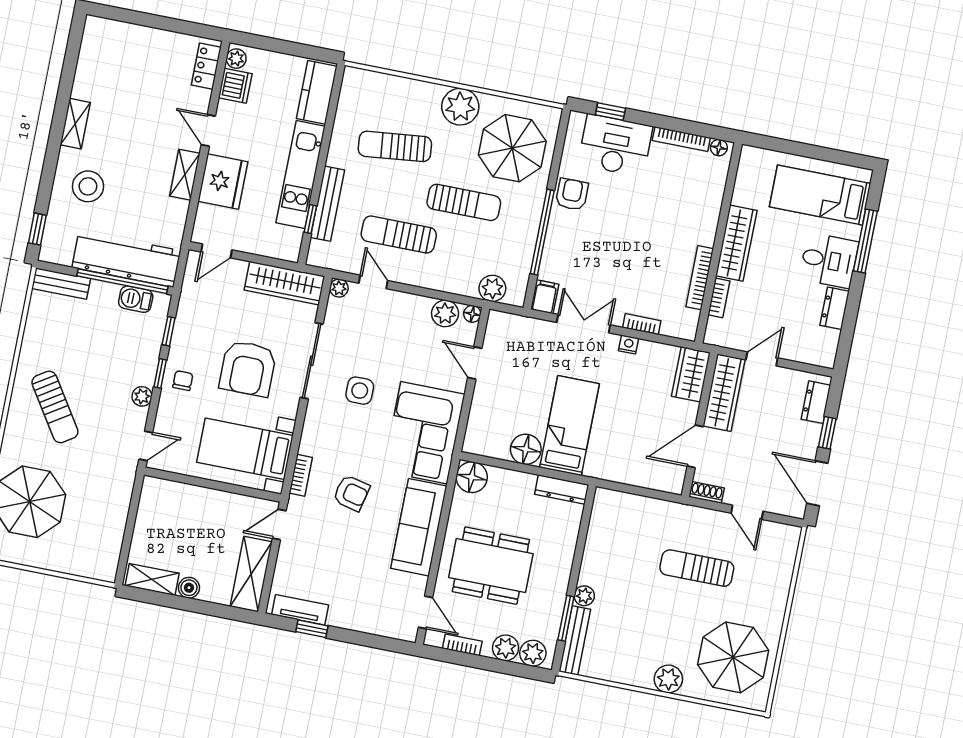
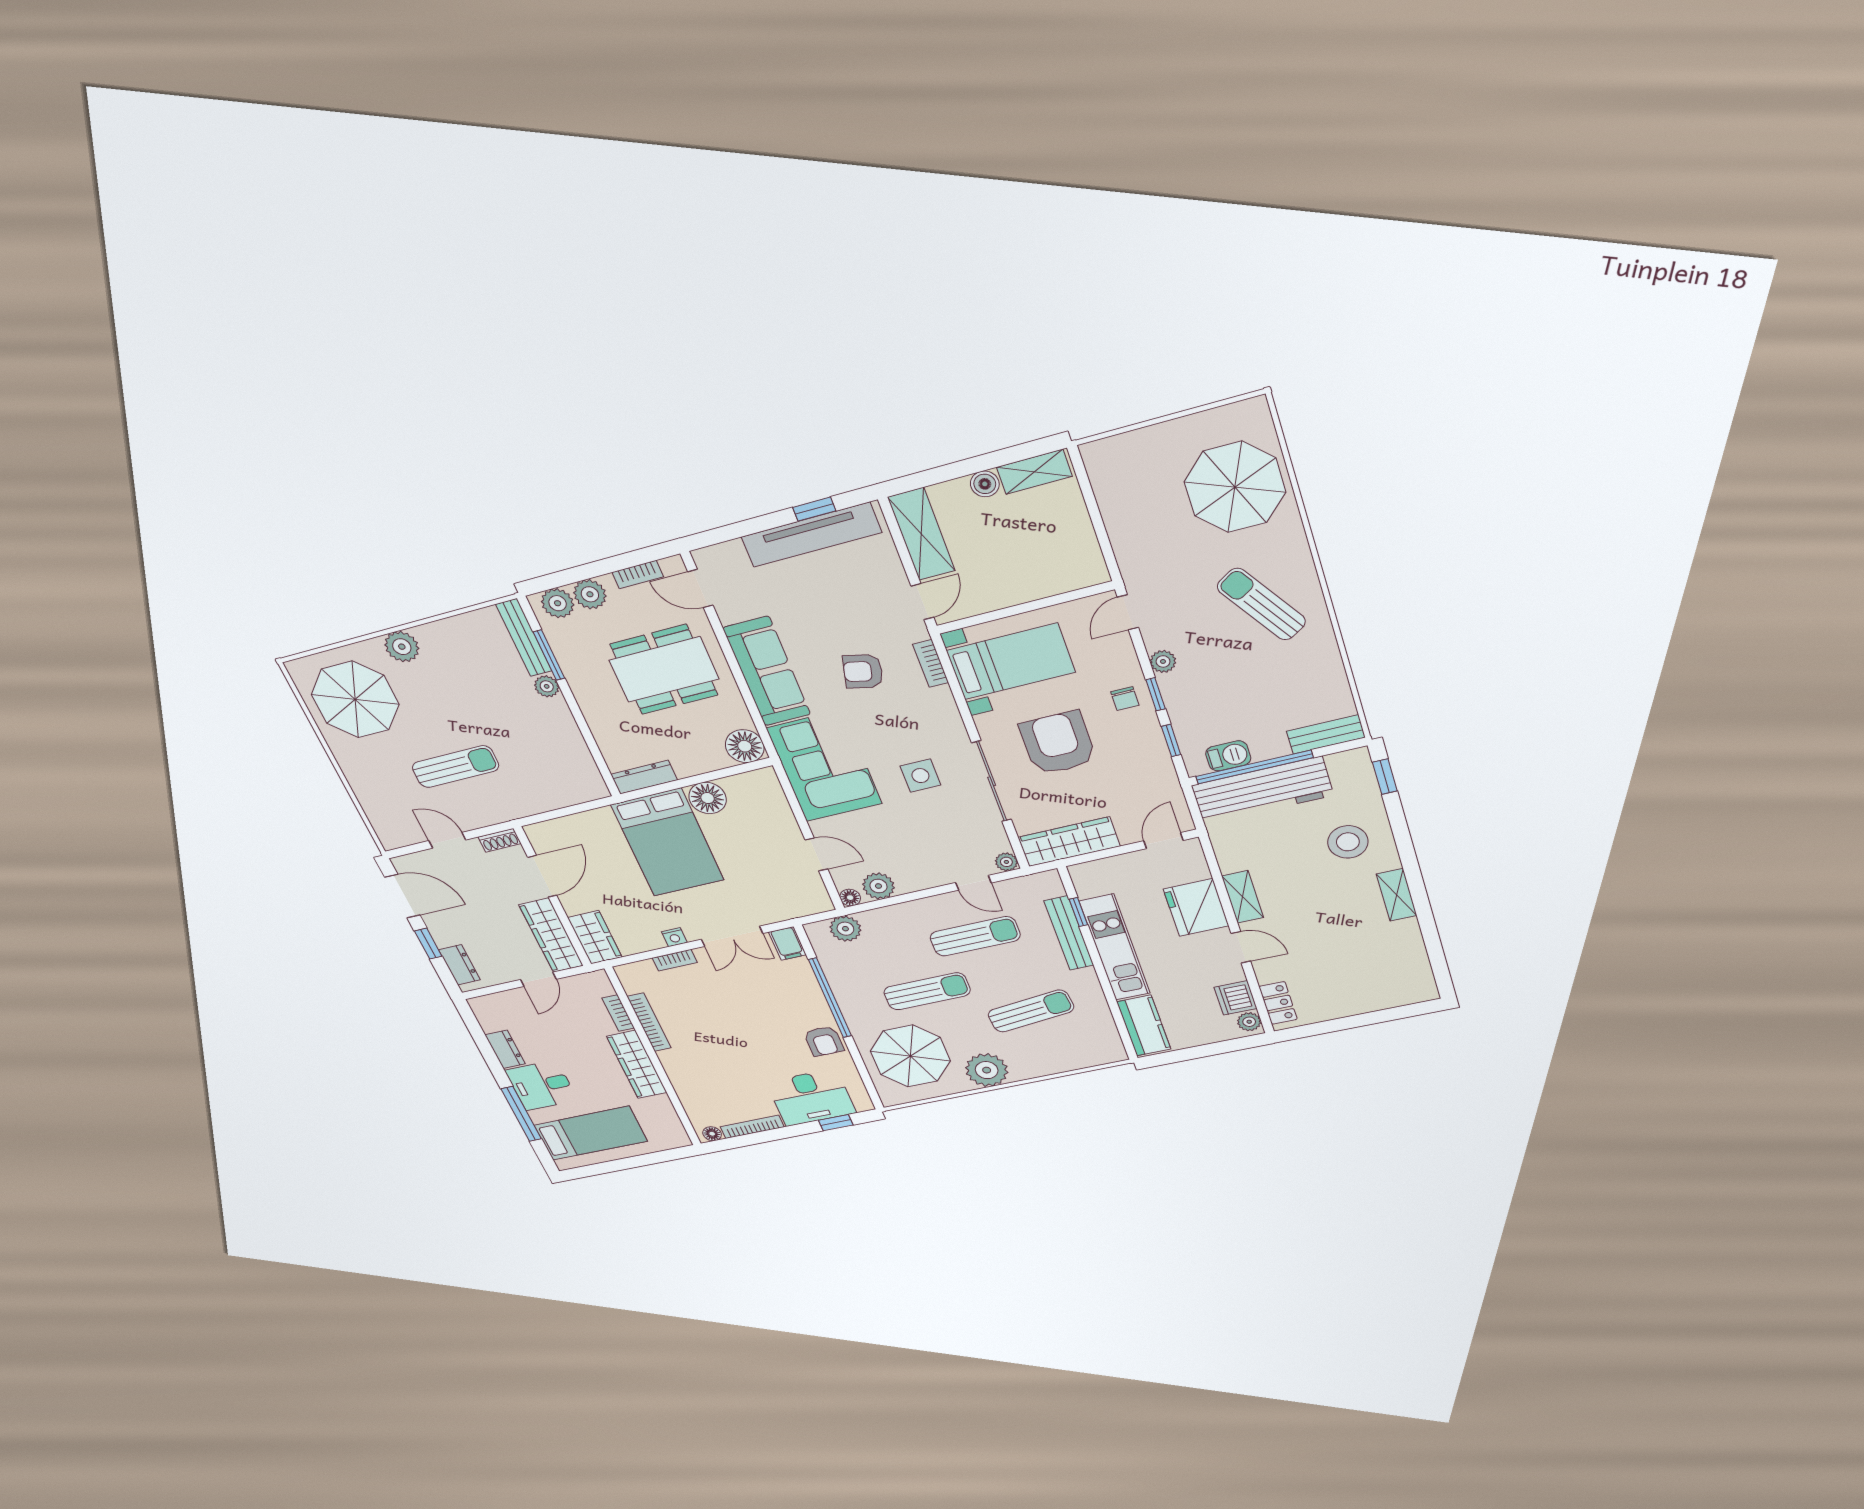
sun lounger: (464, 202) -> (927, 991), turned 180
bed: (570, 426) -> (667, 842), width x1.50
tv unit: (300, 610) -> (811, 535), width x1.92, depth x1.29

